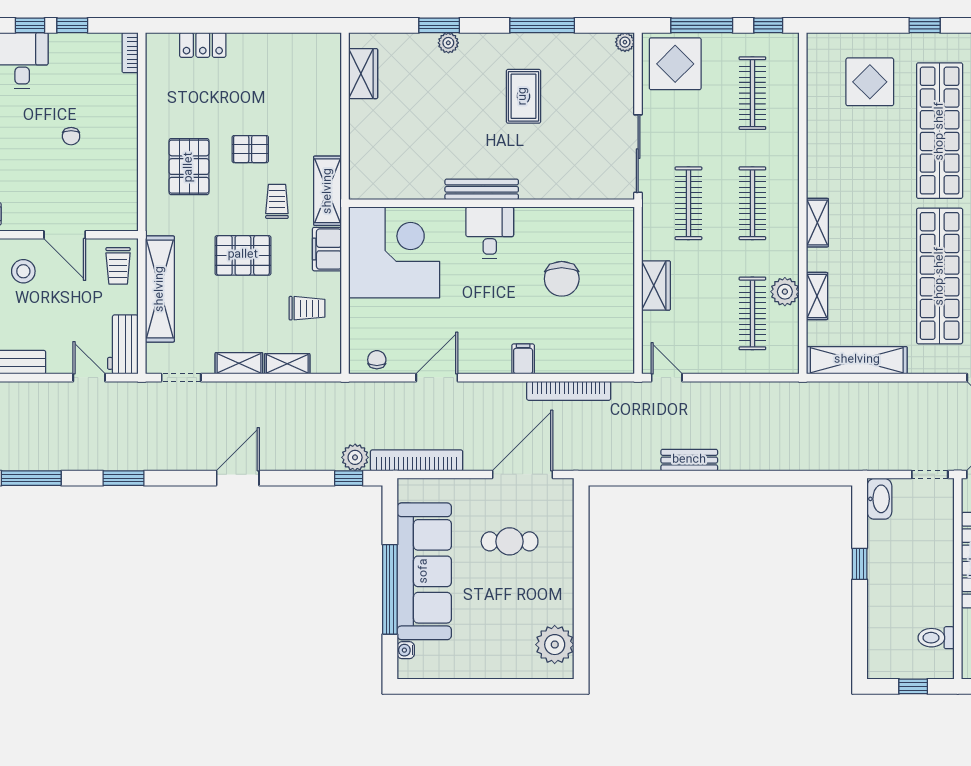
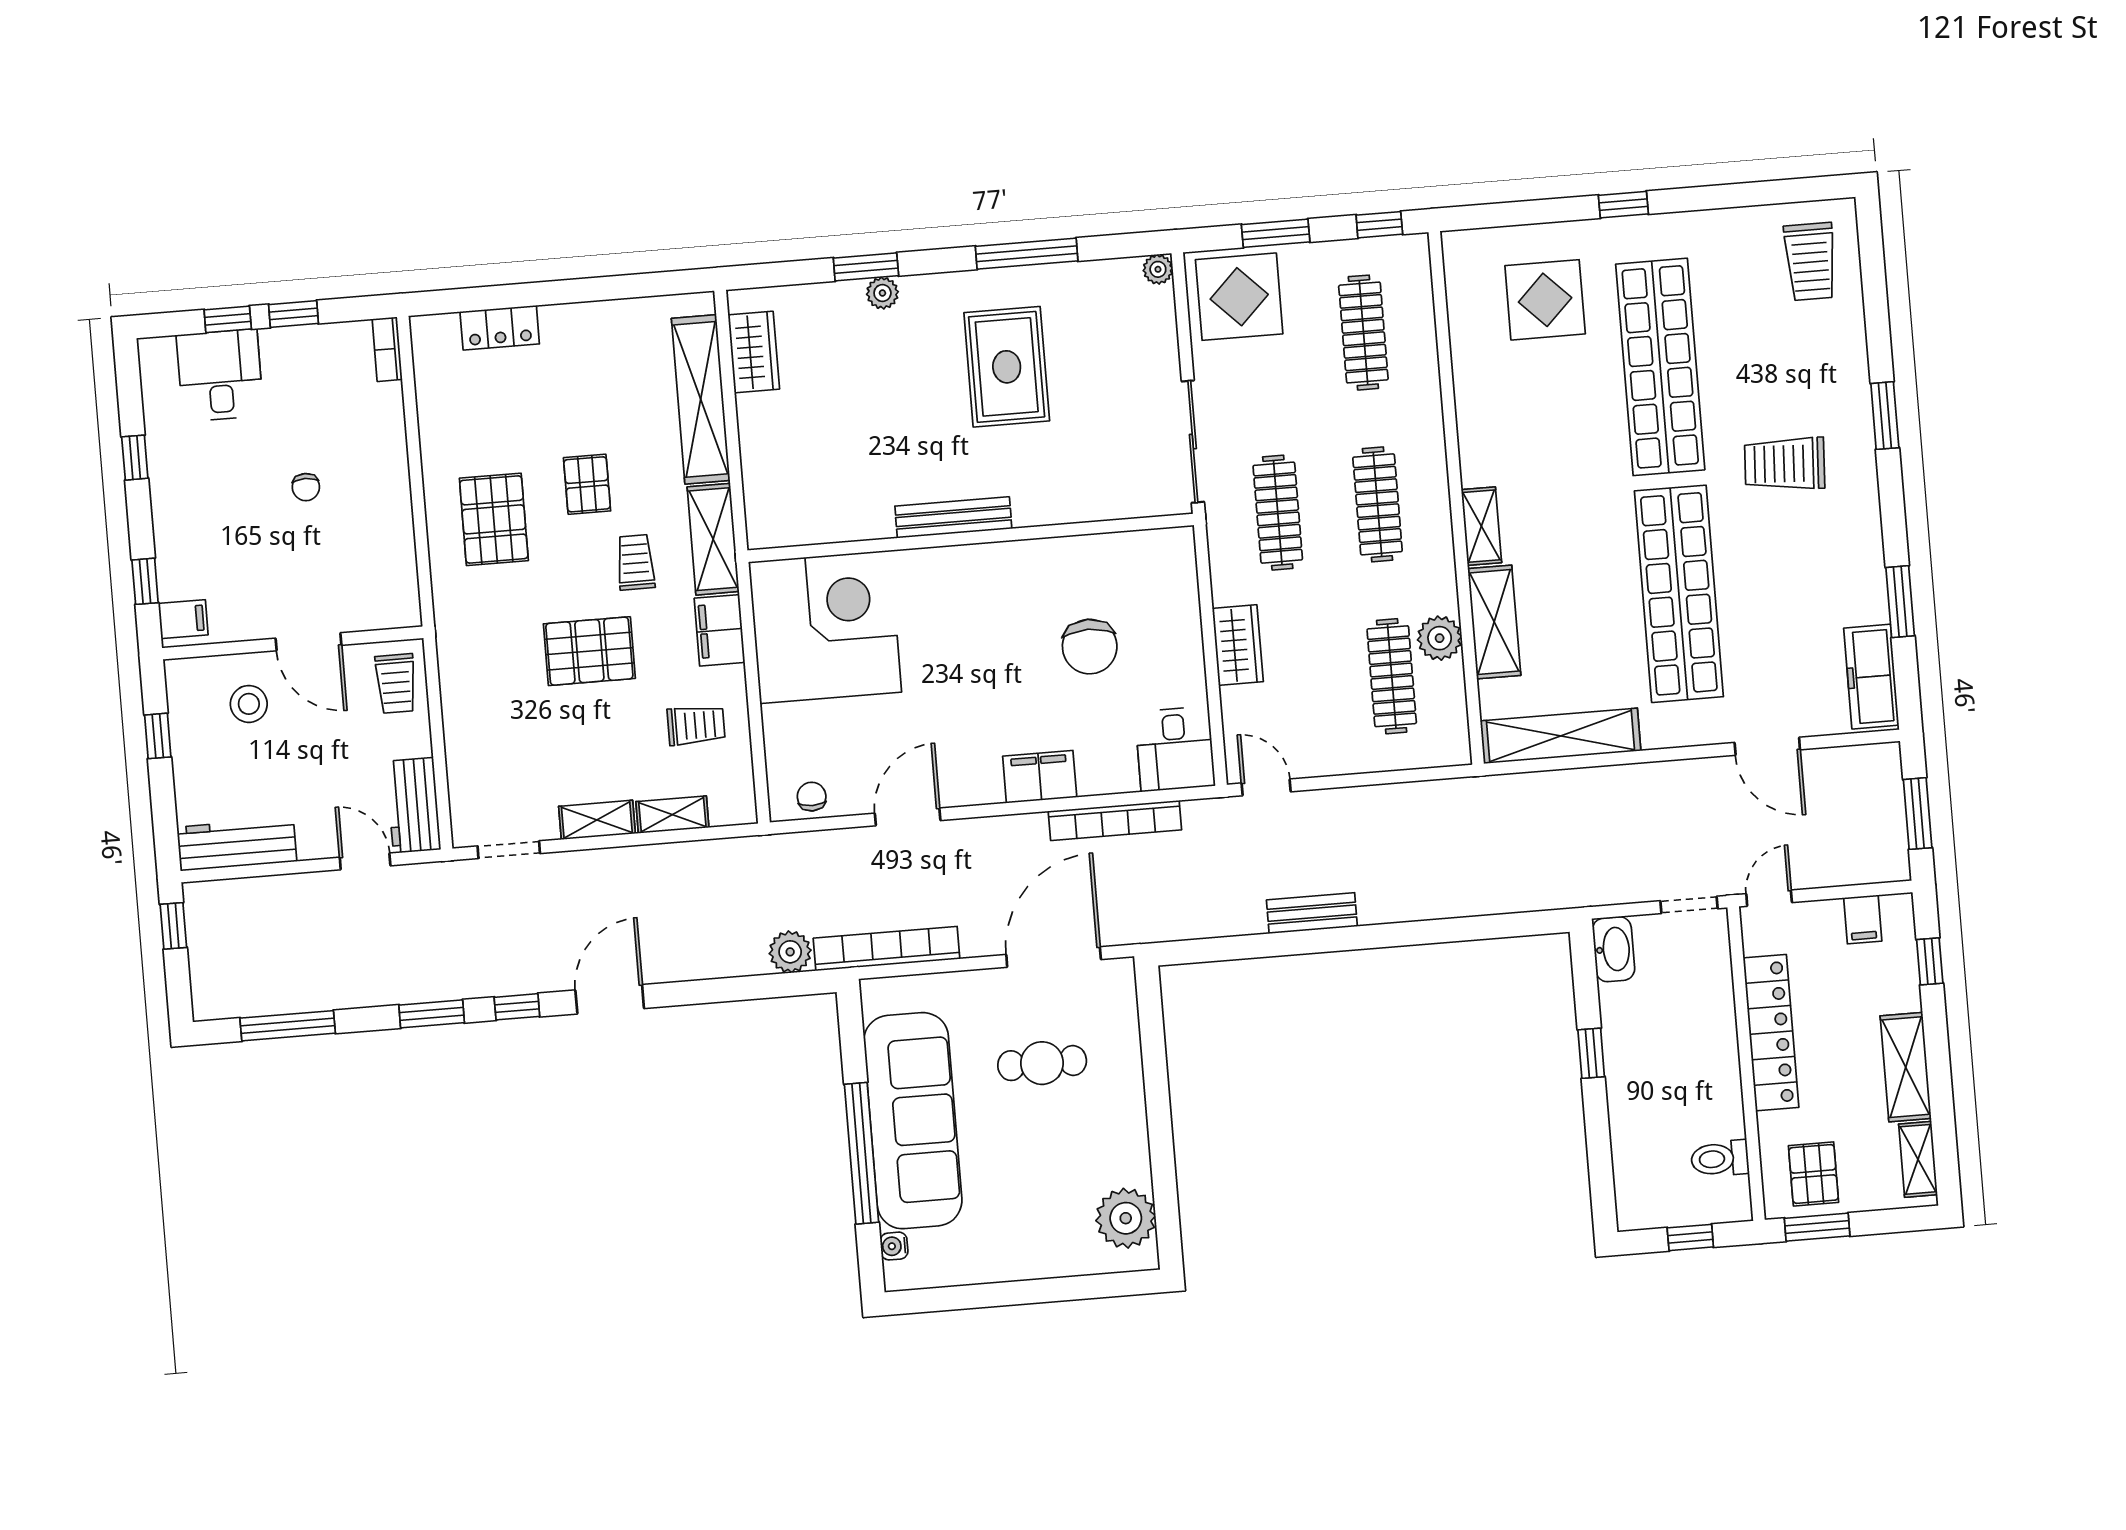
window: (702, 25) -> (1276, 233), width x0.69
rug: (523, 96) -> (1007, 367), width x1.36, depth x1.43
pallet: (250, 149) -> (587, 484), turned 90
desk: (490, 233) -> (1175, 749), moved, turned 180
shelving: (160, 289) -> (701, 399), moved
shelving: (817, 296) -> (1494, 622), width x1.50, depth x1.33
filing cabinet: (523, 359) -> (1040, 777), width x2.00
window: (349, 478) -> (517, 1007), moved

